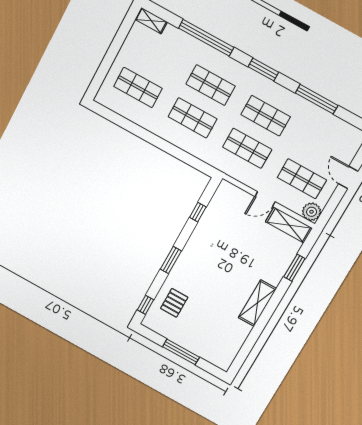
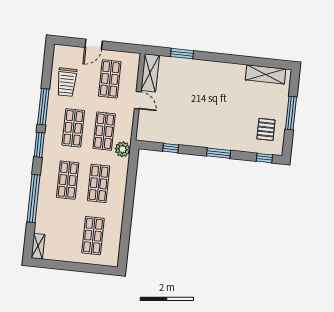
window: (317, 99) -> (43, 107), moved
trolley: (320, 130) -> (67, 82), added
plant: (312, 212) -> (123, 149), moved
pallet: (174, 303) -> (266, 129), moved, turned 90
shelving: (257, 303) -> (266, 74), moved

